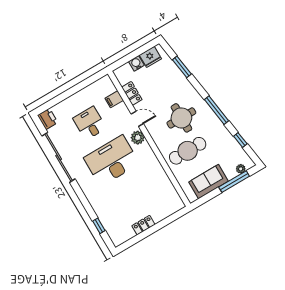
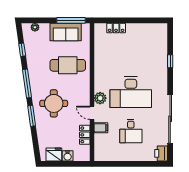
window: (182, 67) -> (32, 116), moved
filing cabinet: (114, 99) -> (101, 128), moved
round table: (181, 118) -> (54, 103), moved
window: (234, 182) -> (71, 20), moved
locker: (143, 225) -> (116, 28), moved
window: (99, 226) -> (170, 61), moved

